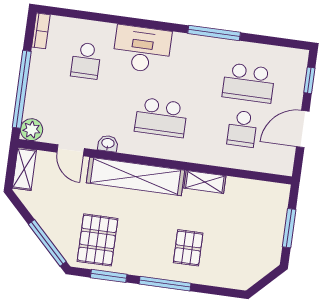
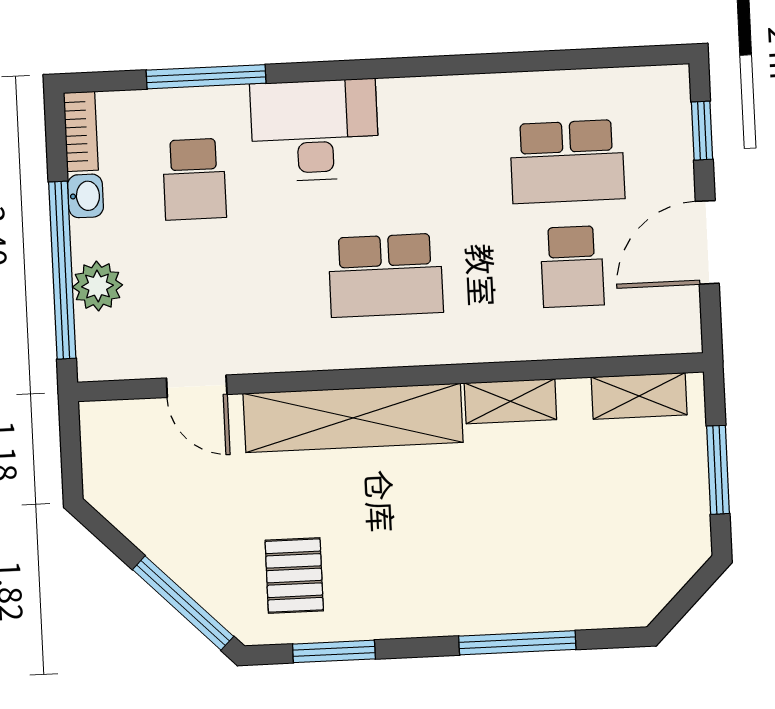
window: (214, 33) -> (206, 77), moved
plant: (31, 130) -> (98, 286), moved
washbasin: (108, 144) -> (86, 196), moved, turned 90
shelving: (24, 169) -> (639, 396), moved, turned 90
pallet: (98, 240) -> (294, 576), width x0.67, depth x0.71
pallet: (188, 248) -> (500, 556), removed
window: (165, 284) -> (517, 643), moved

